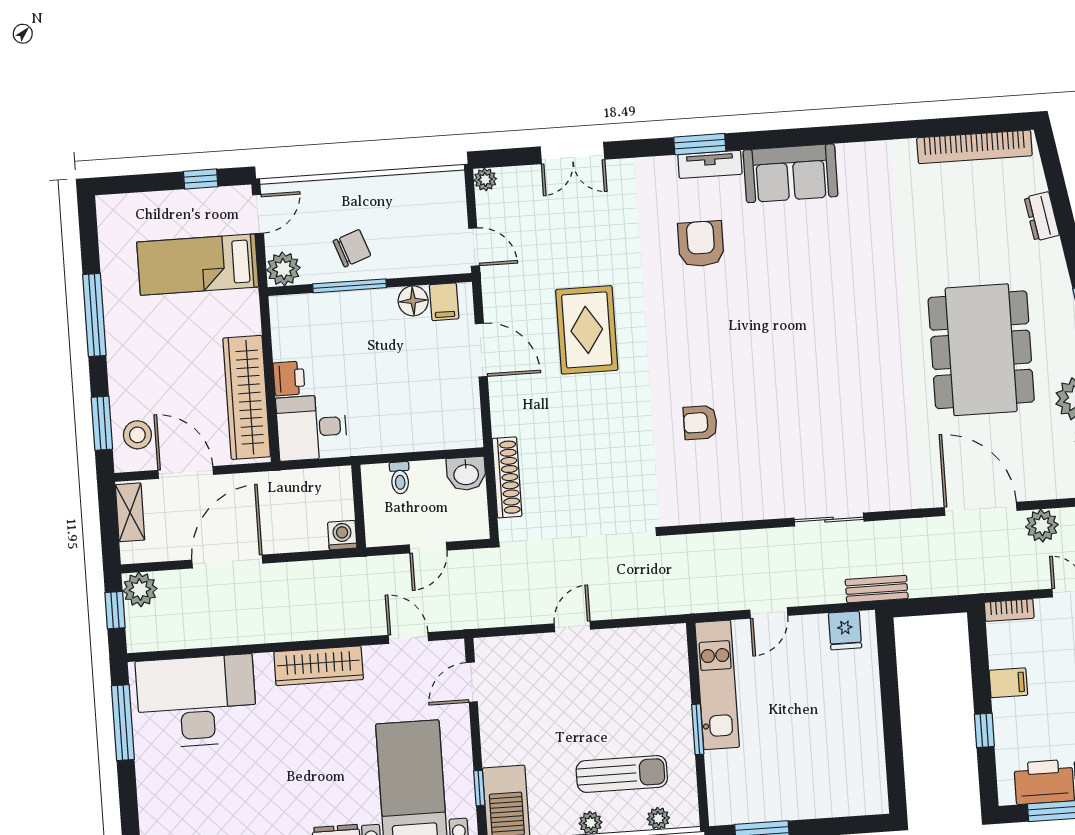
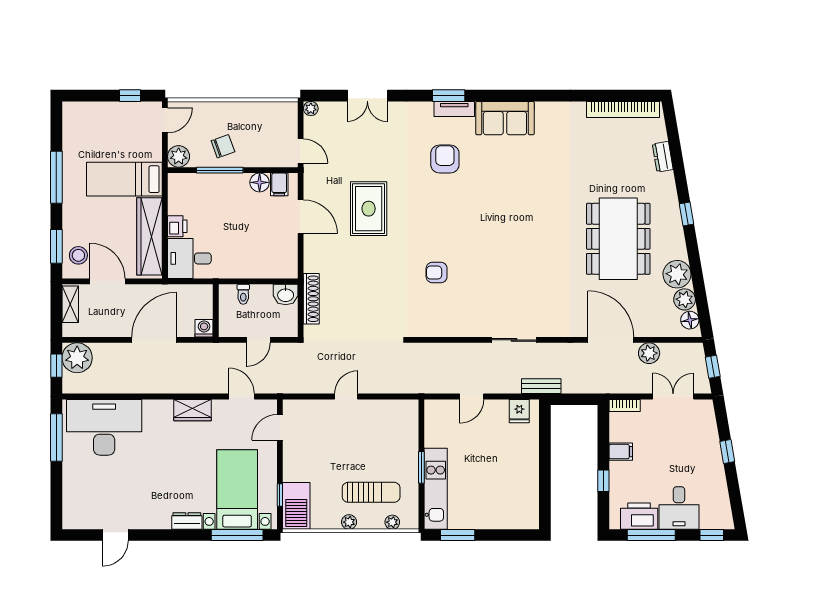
bed: (198, 265) -> (124, 179), moved
door: (227, 562) -> (154, 340), moved
plant: (140, 590) -> (77, 358), width x1.36, depth x1.36
wardrobe: (319, 666) -> (193, 410), width x0.67
kitchen unit: (717, 685) -> (436, 489), moved

